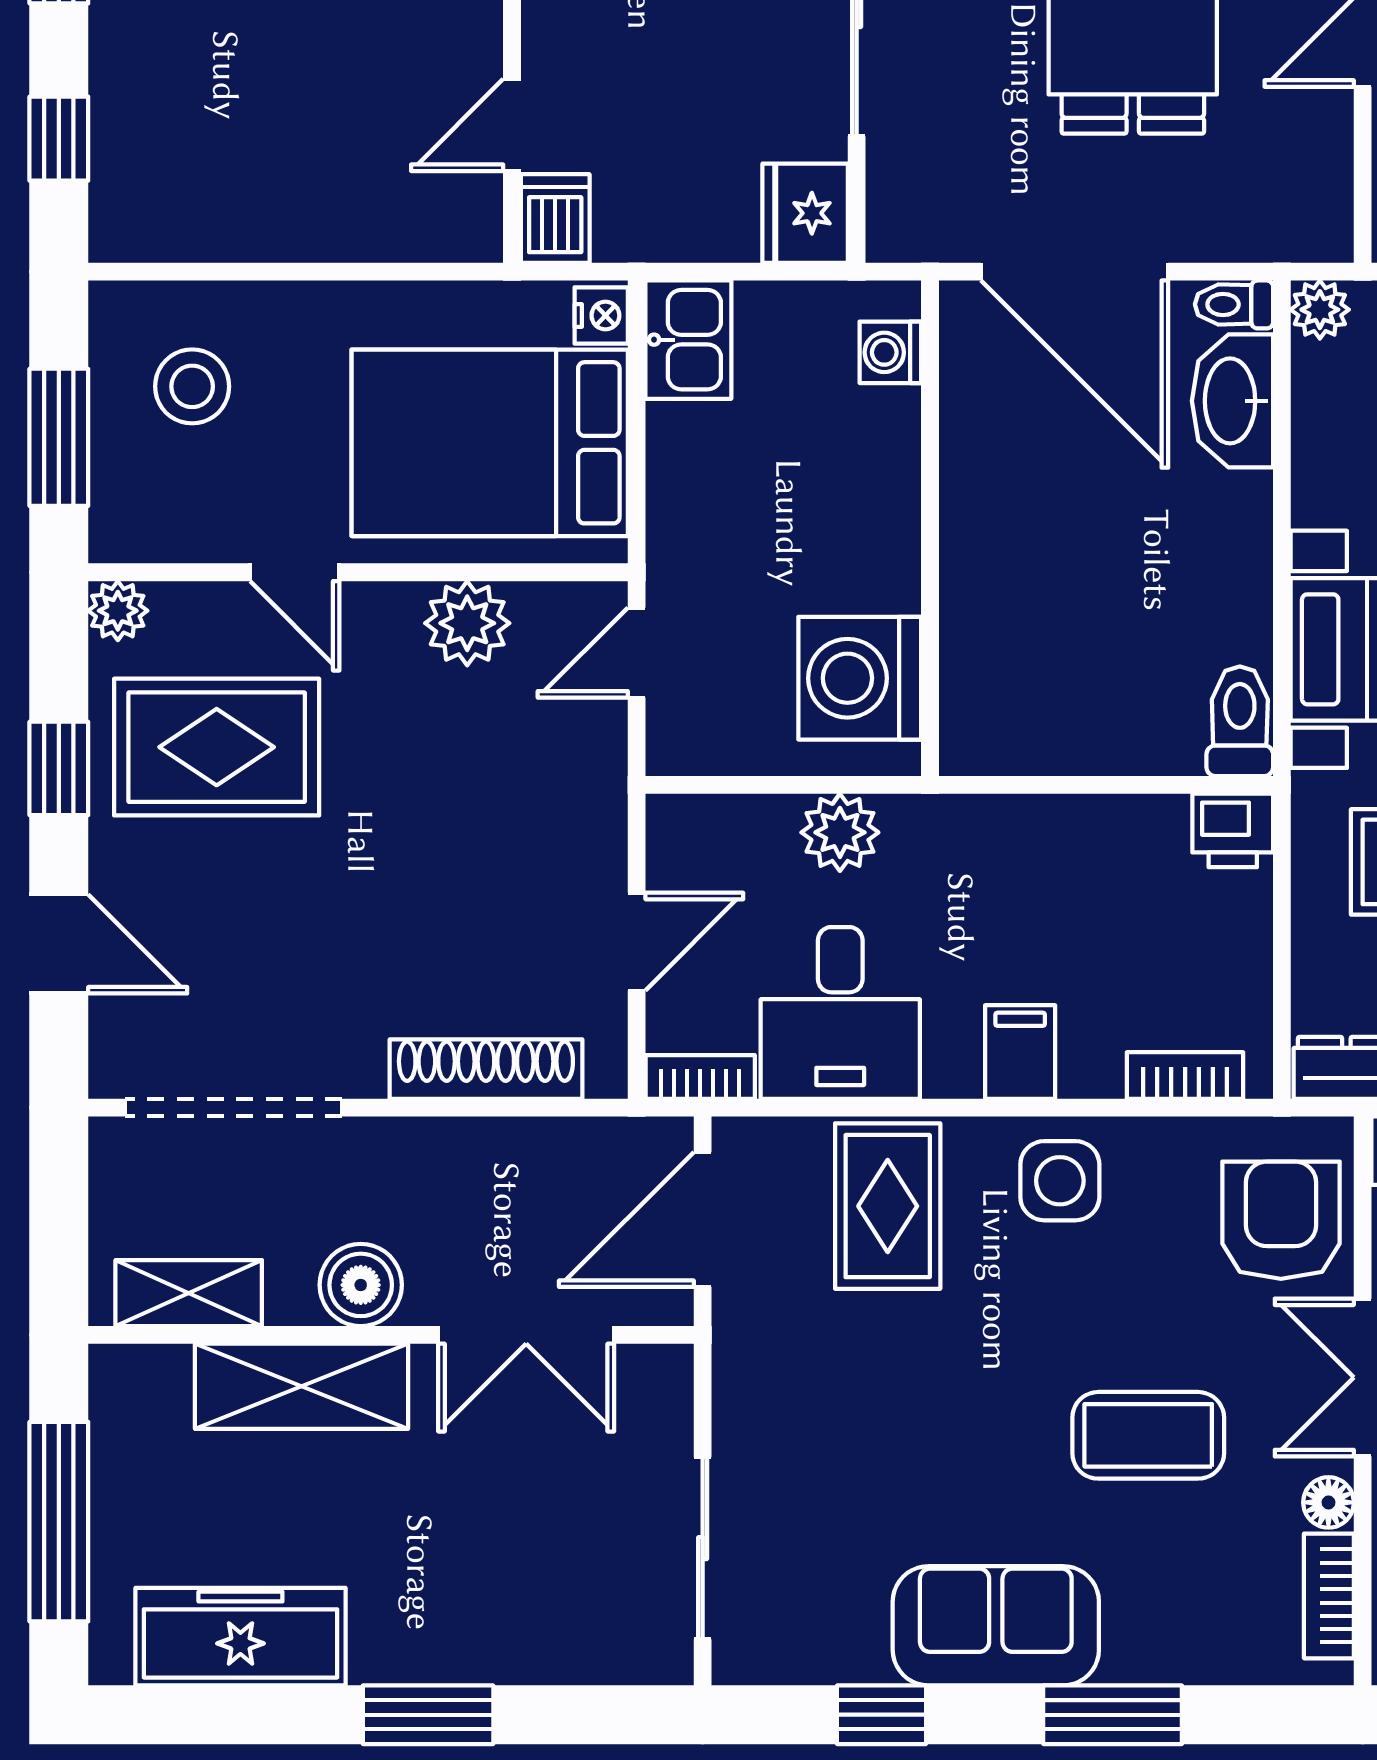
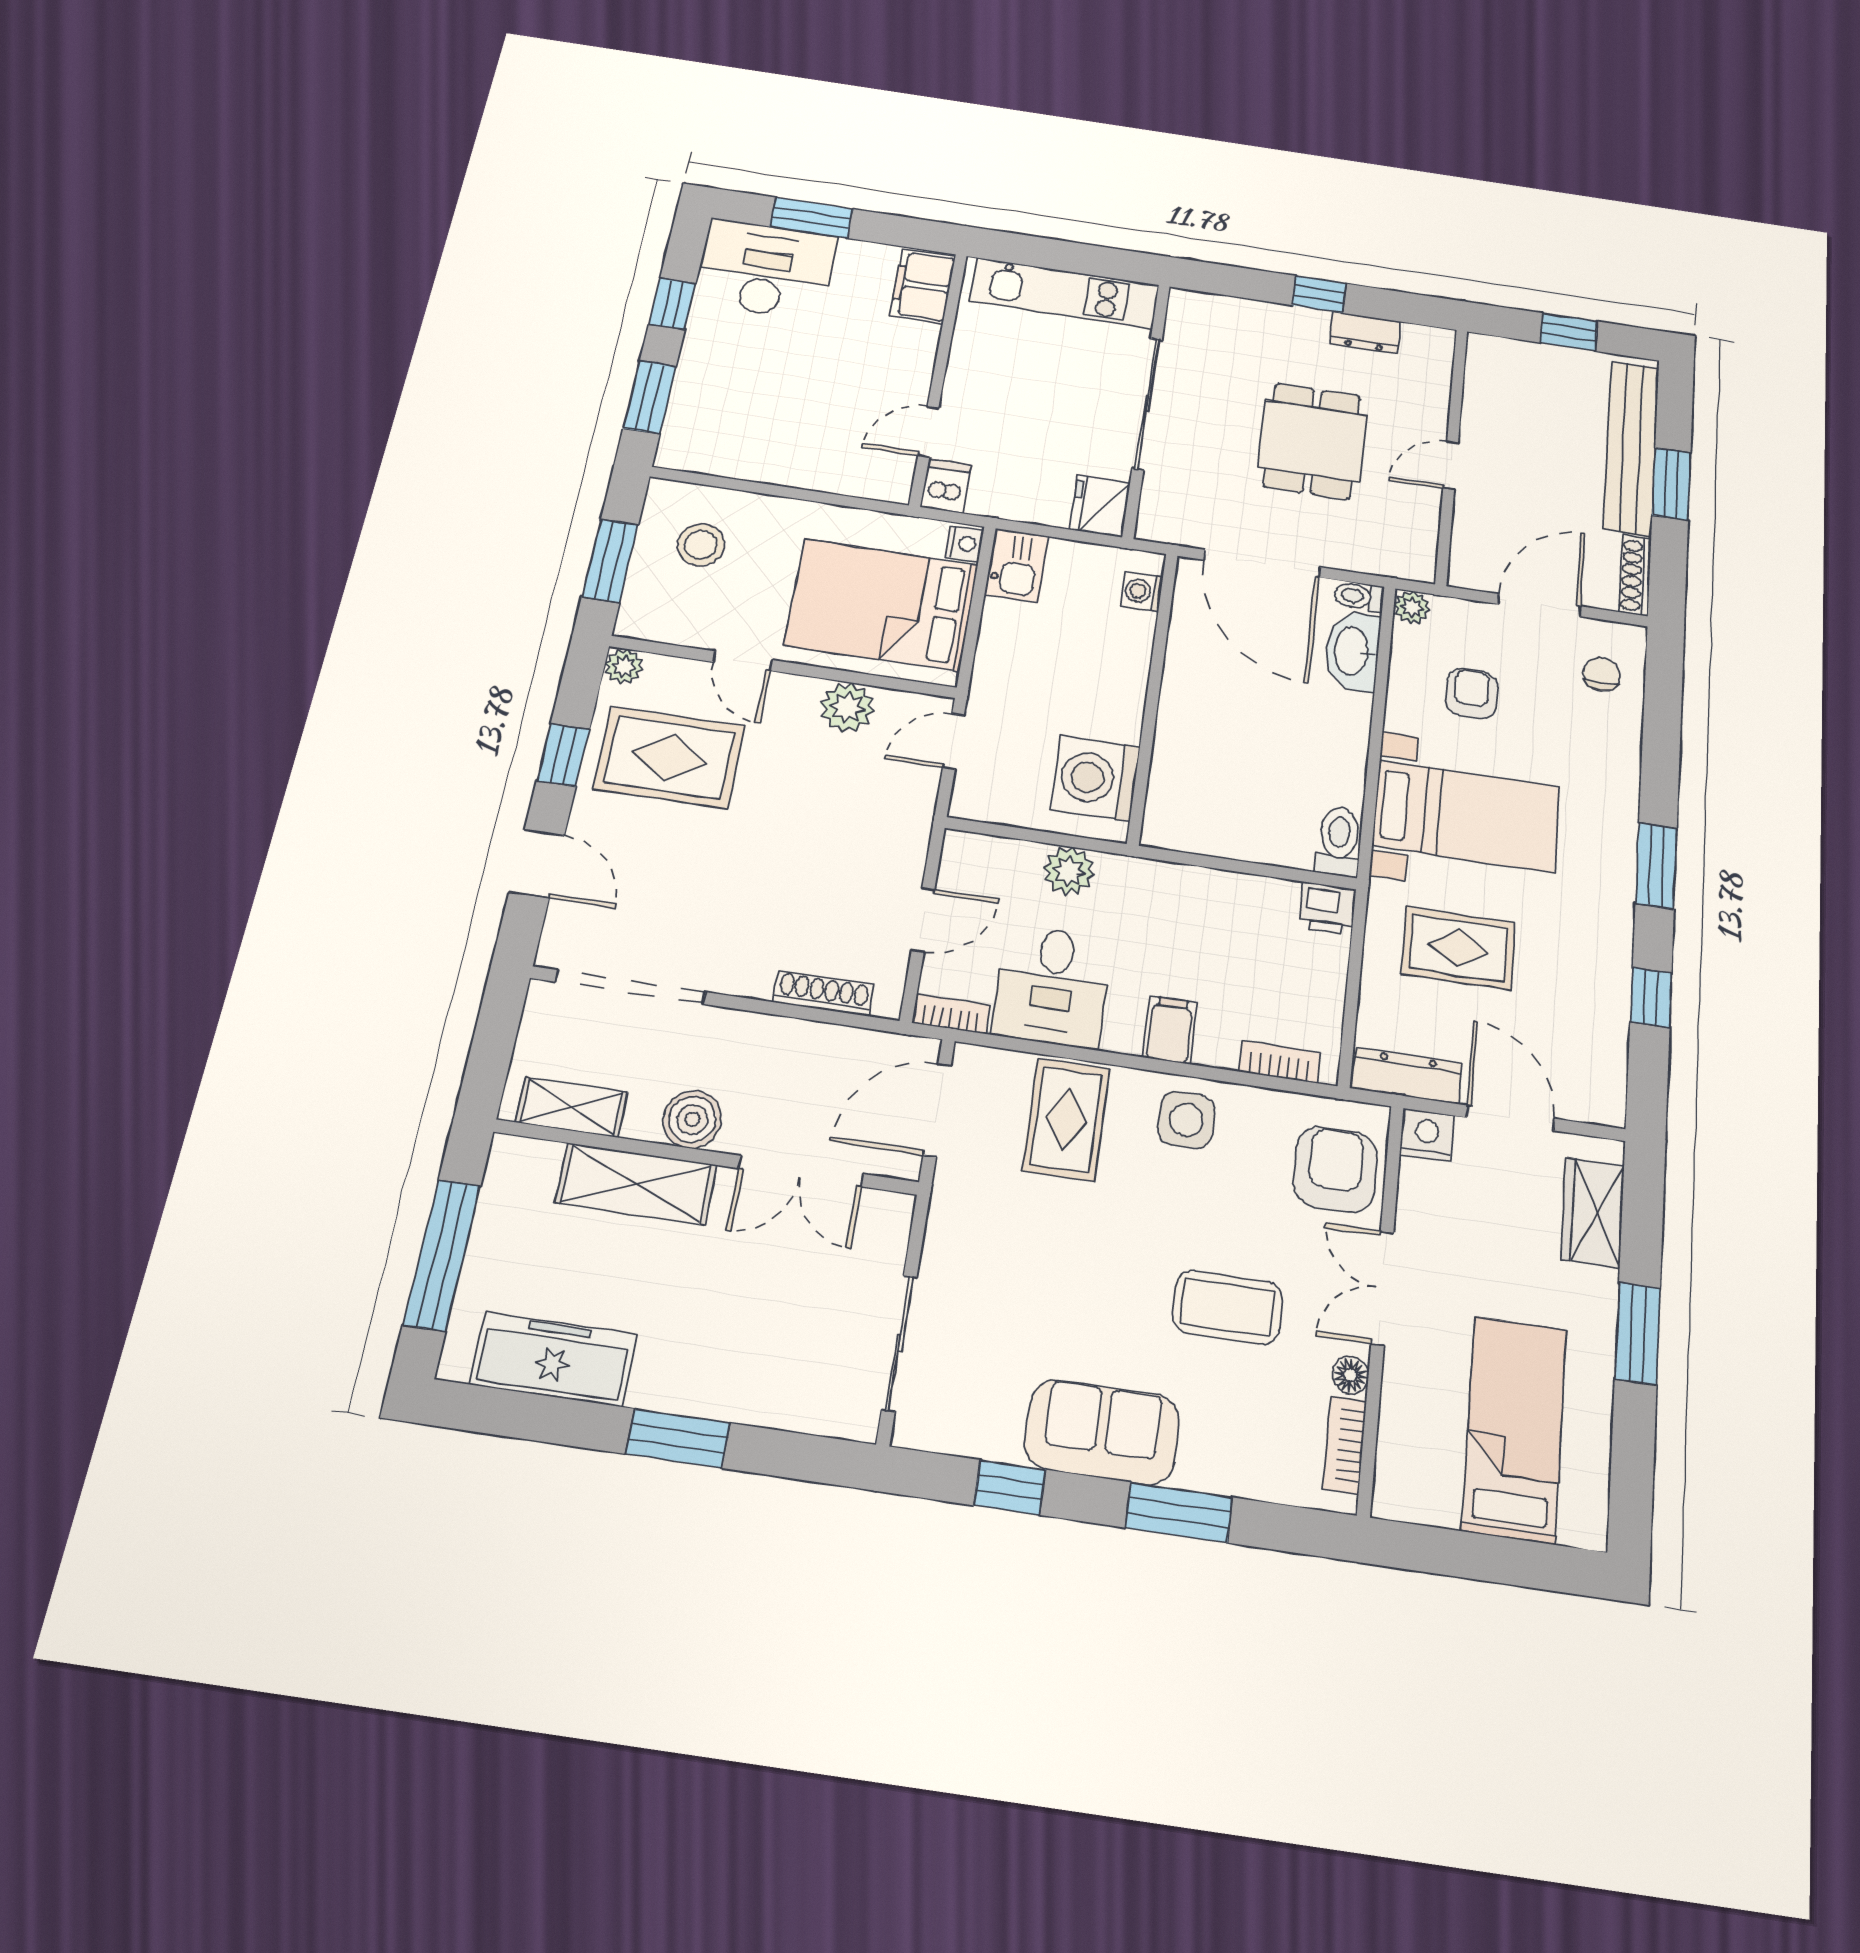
window: (59, 139) -> (650, 397), width x1.50
shoe rack: (486, 1069) -> (823, 993), width x0.74, depth x0.81

